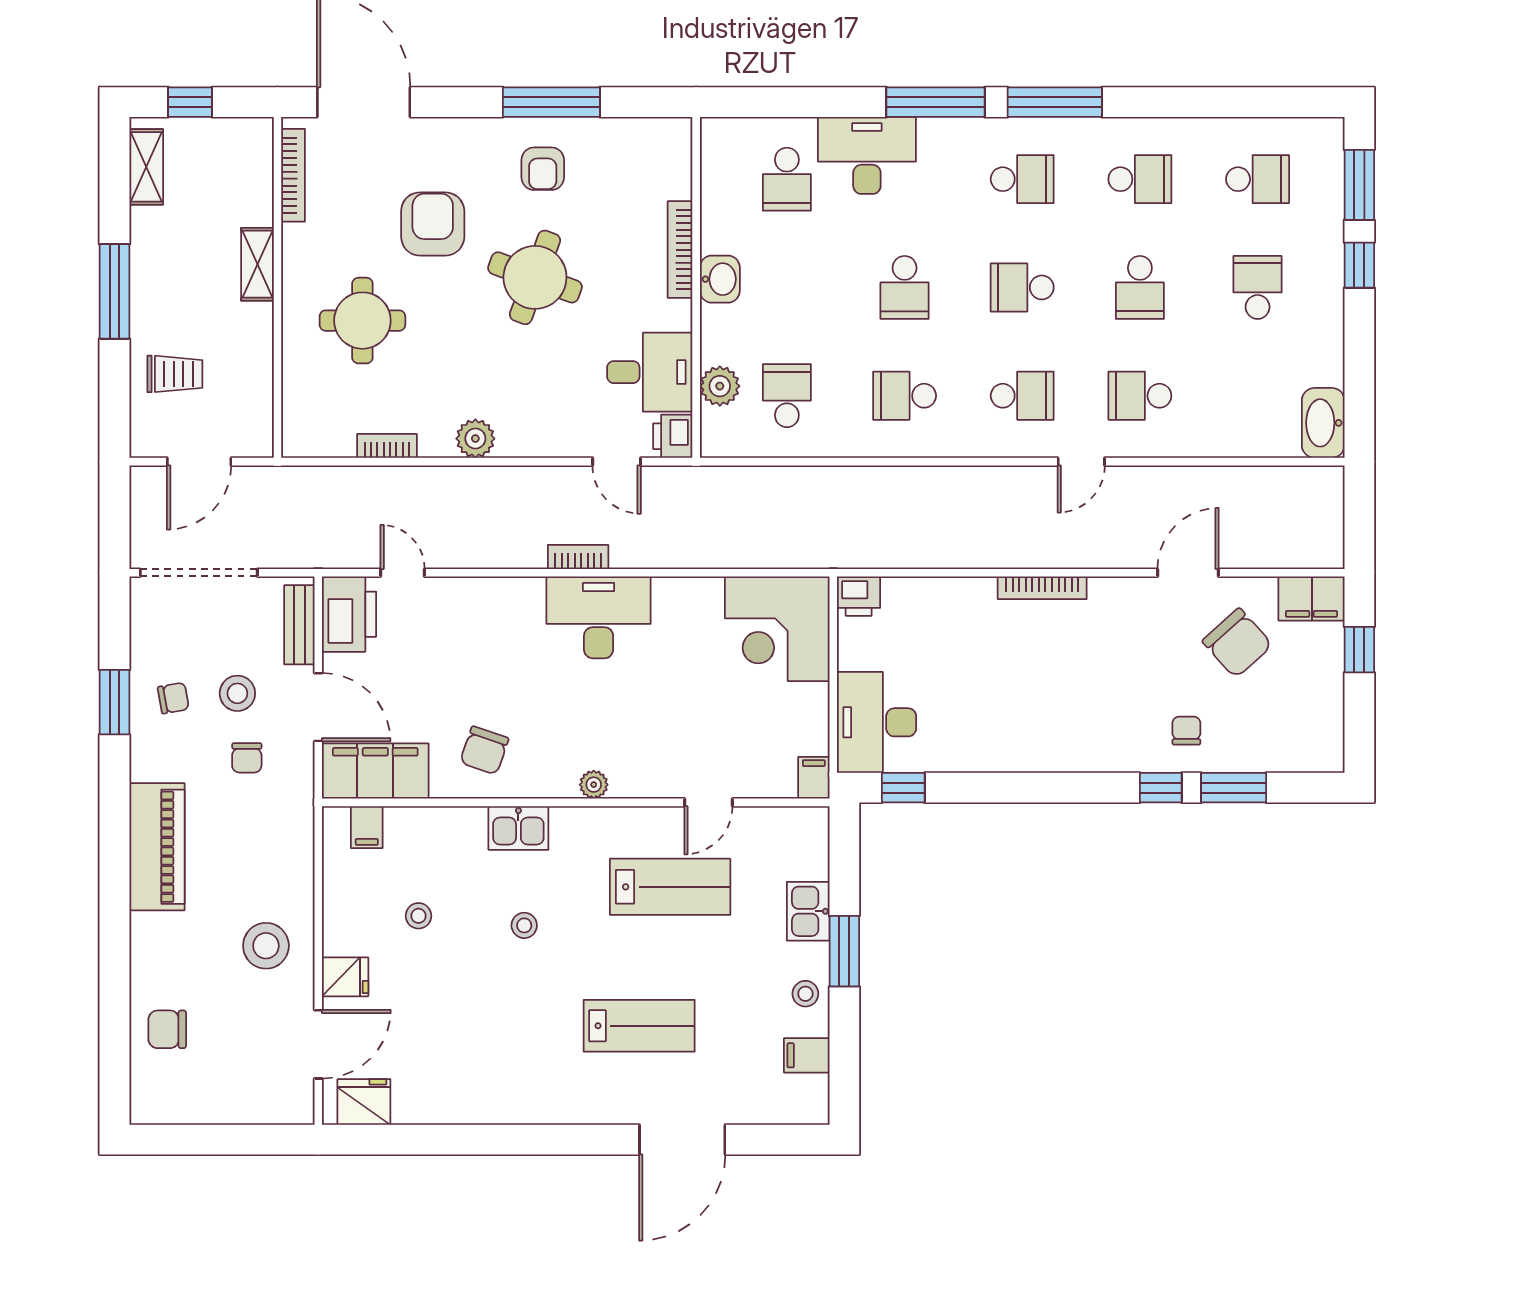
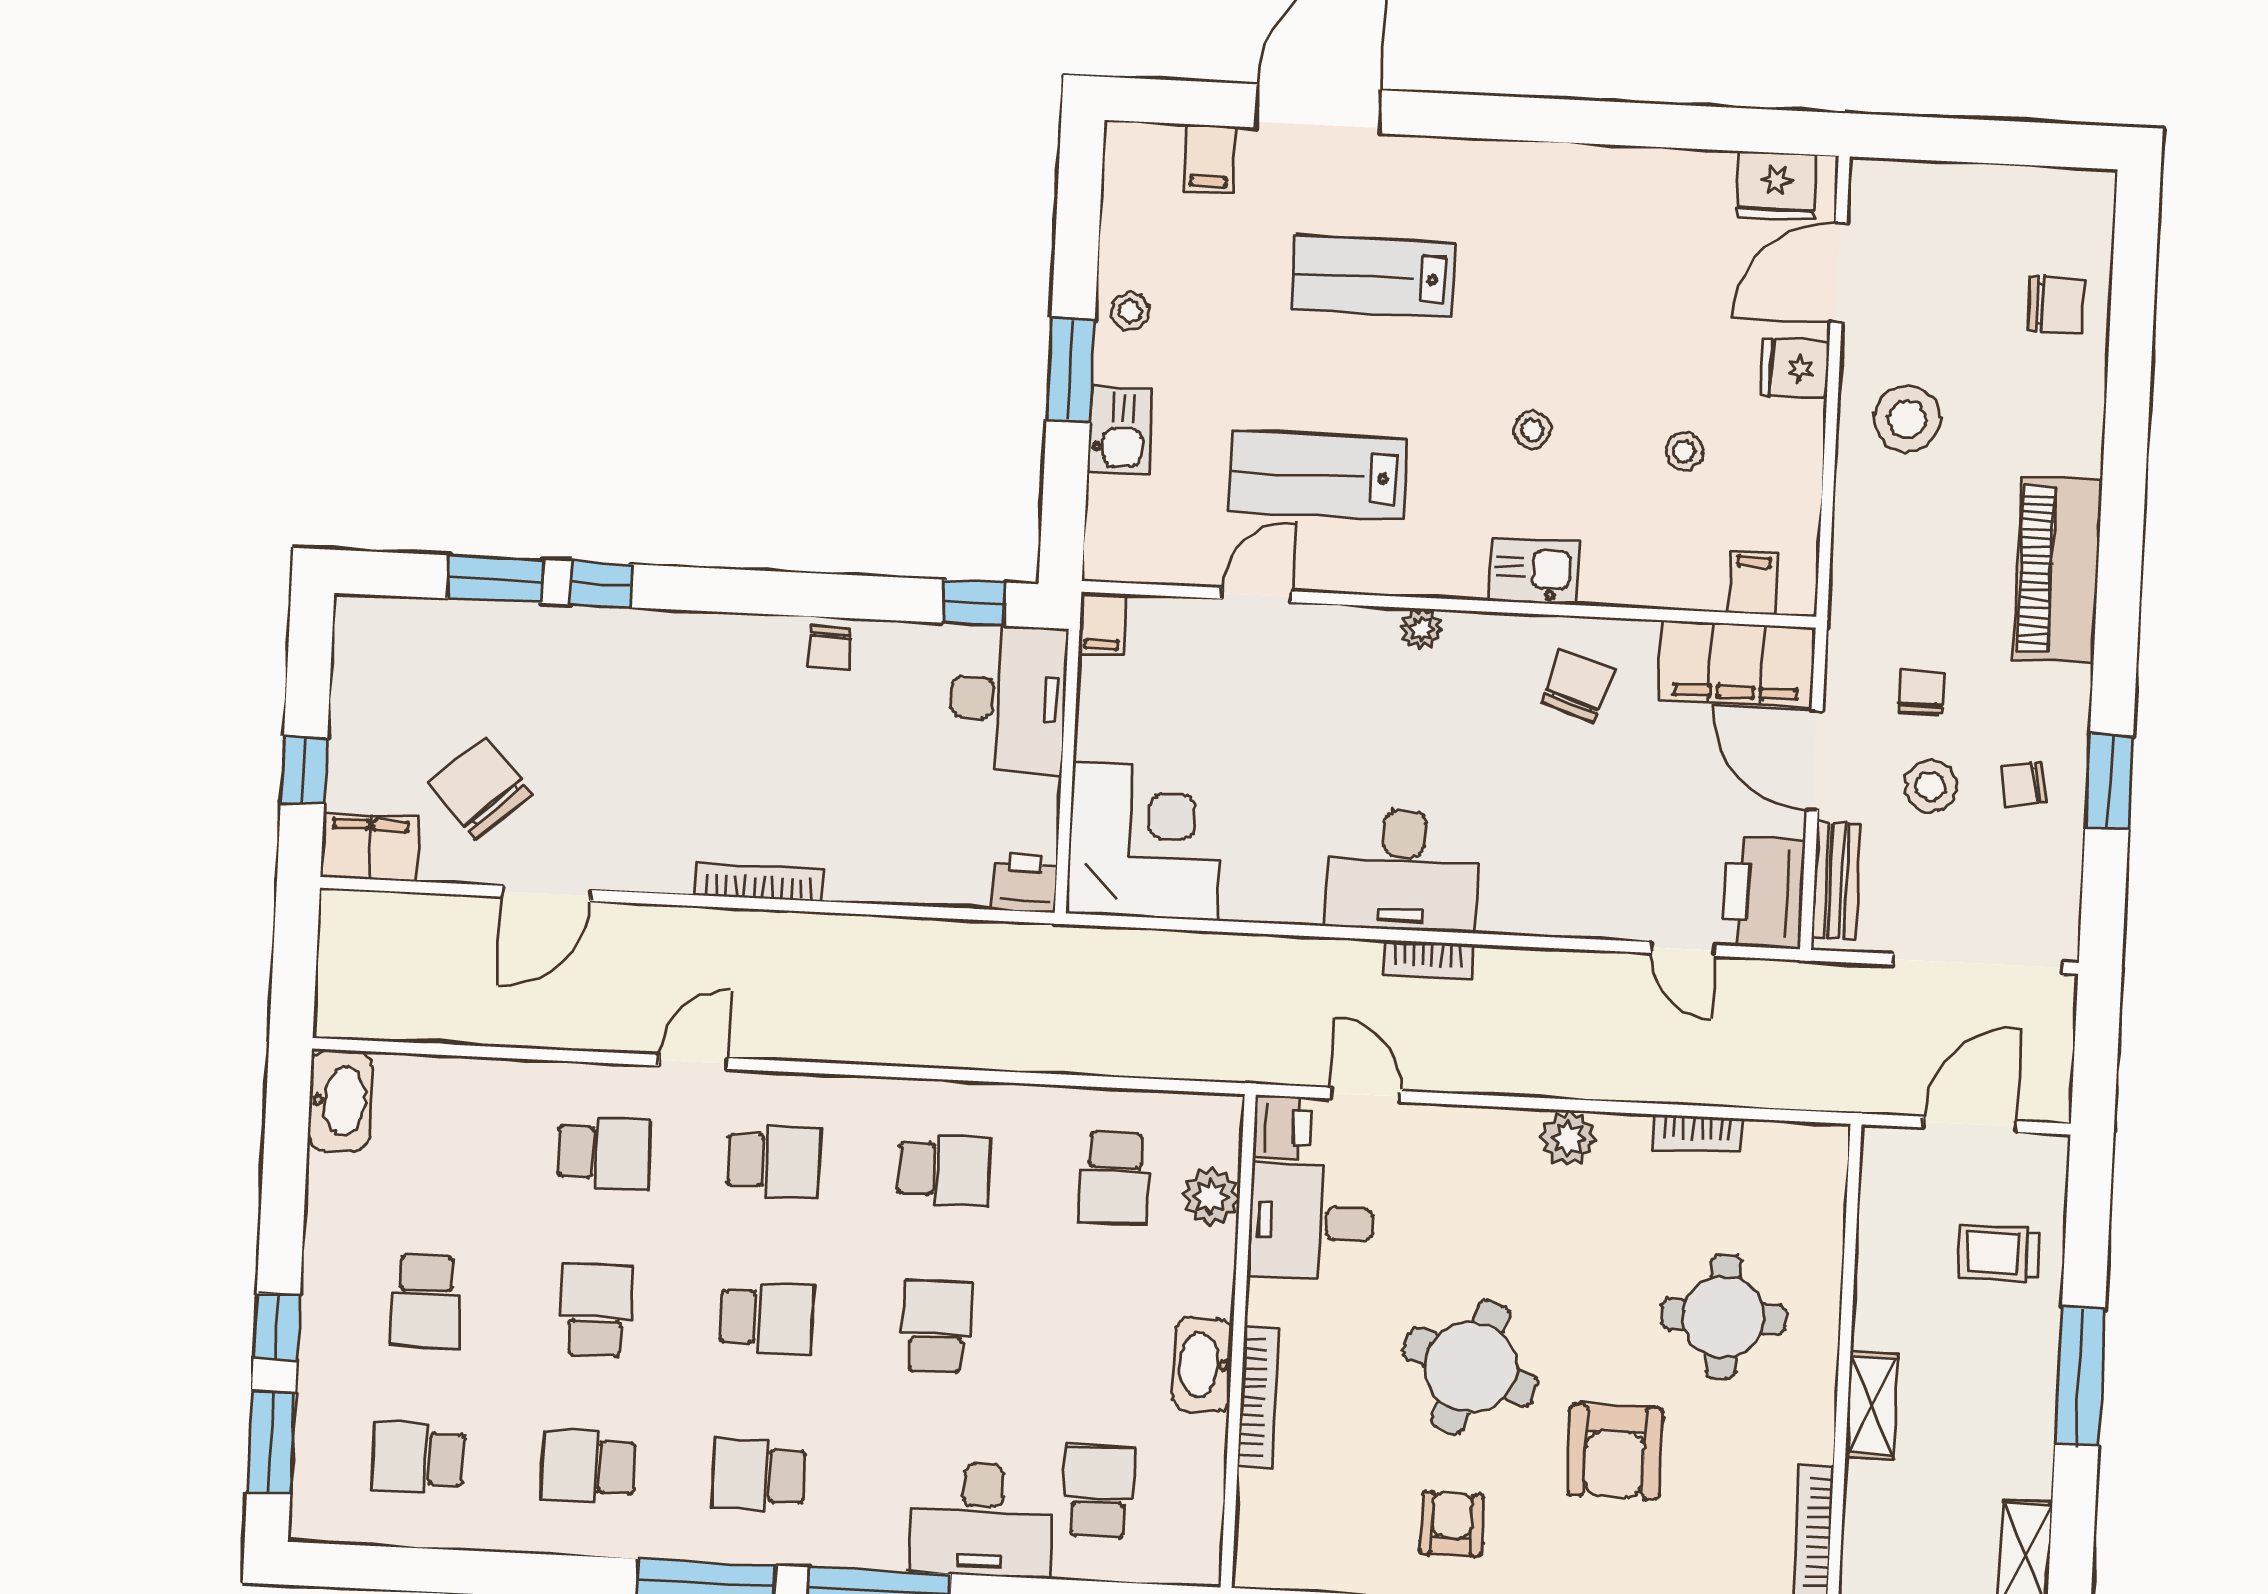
washbasin: (720, 279) -> (1203, 1365), width x1.38
school desk: (1022, 396) -> (774, 1161), turned 180
chair: (1186, 731) -> (830, 647), moved
filing cabinet: (807, 1055) -> (1209, 158), moved, turned 90

